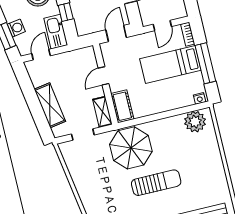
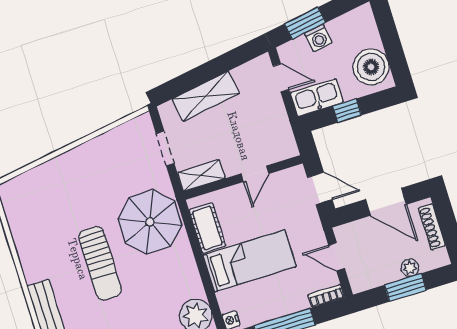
bed: (170, 64) -> (250, 261), moved, turned 90
door: (103, 76) -> (255, 174), swing flipped
cot: (122, 106) -> (207, 228), moved, turned 90

